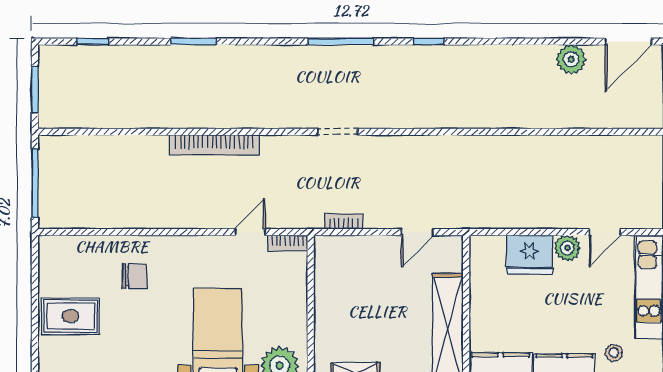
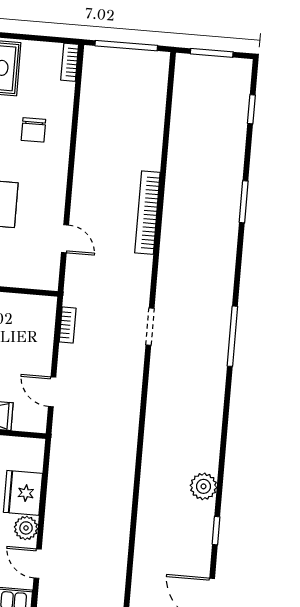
window: (429, 42) -> (216, 531), moved
plant: (571, 59) -> (203, 486), moved
bookcase: (287, 243) -> (70, 62), moved

